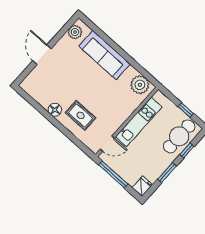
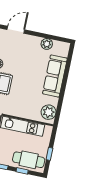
plant: (75, 32) -> (47, 44), moved
door: (42, 55) -> (16, 30), moved

